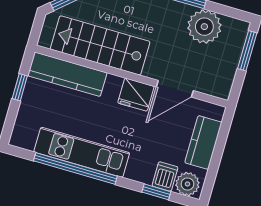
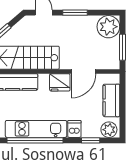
plant: (204, 27) -> (108, 27), moved
window: (247, 51) -> (122, 47), moved
dishwasher: (165, 176) -> (74, 129), moved

